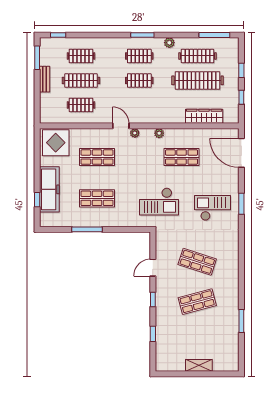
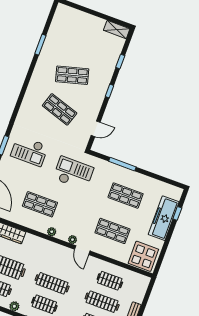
clothes rail: (139, 80) -> (52, 283), width x1.36
window: (87, 229) -> (122, 164), moved
door: (153, 268) -> (96, 129), moved
shelving: (199, 365) -> (117, 29), moved

